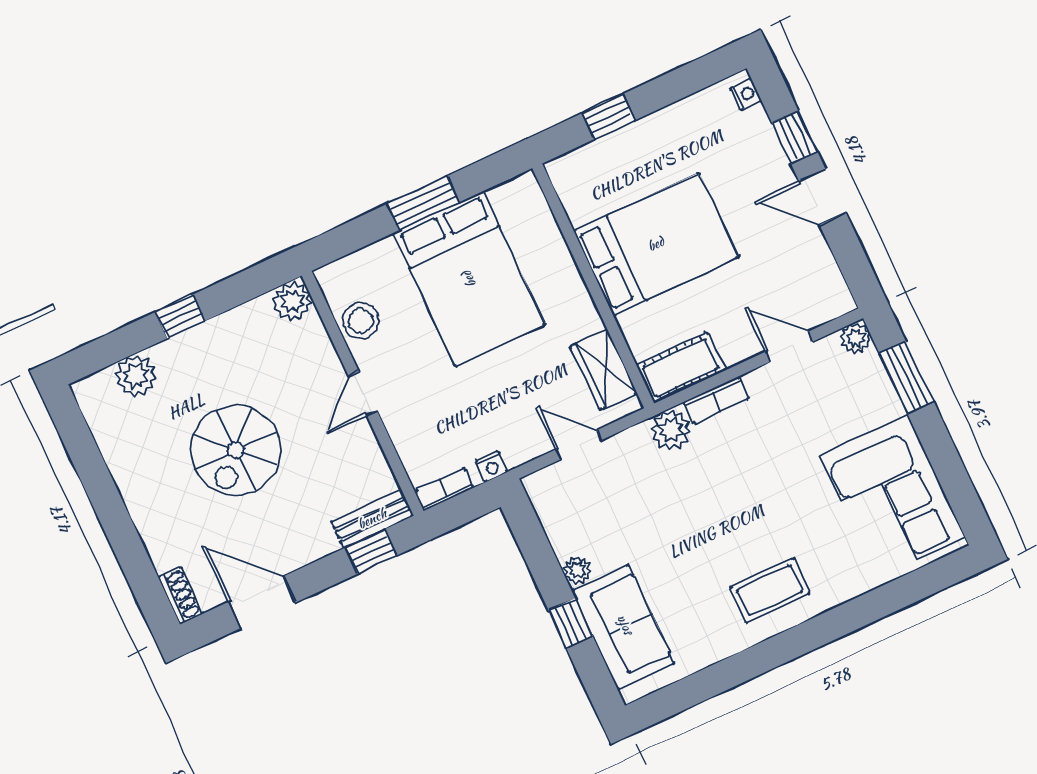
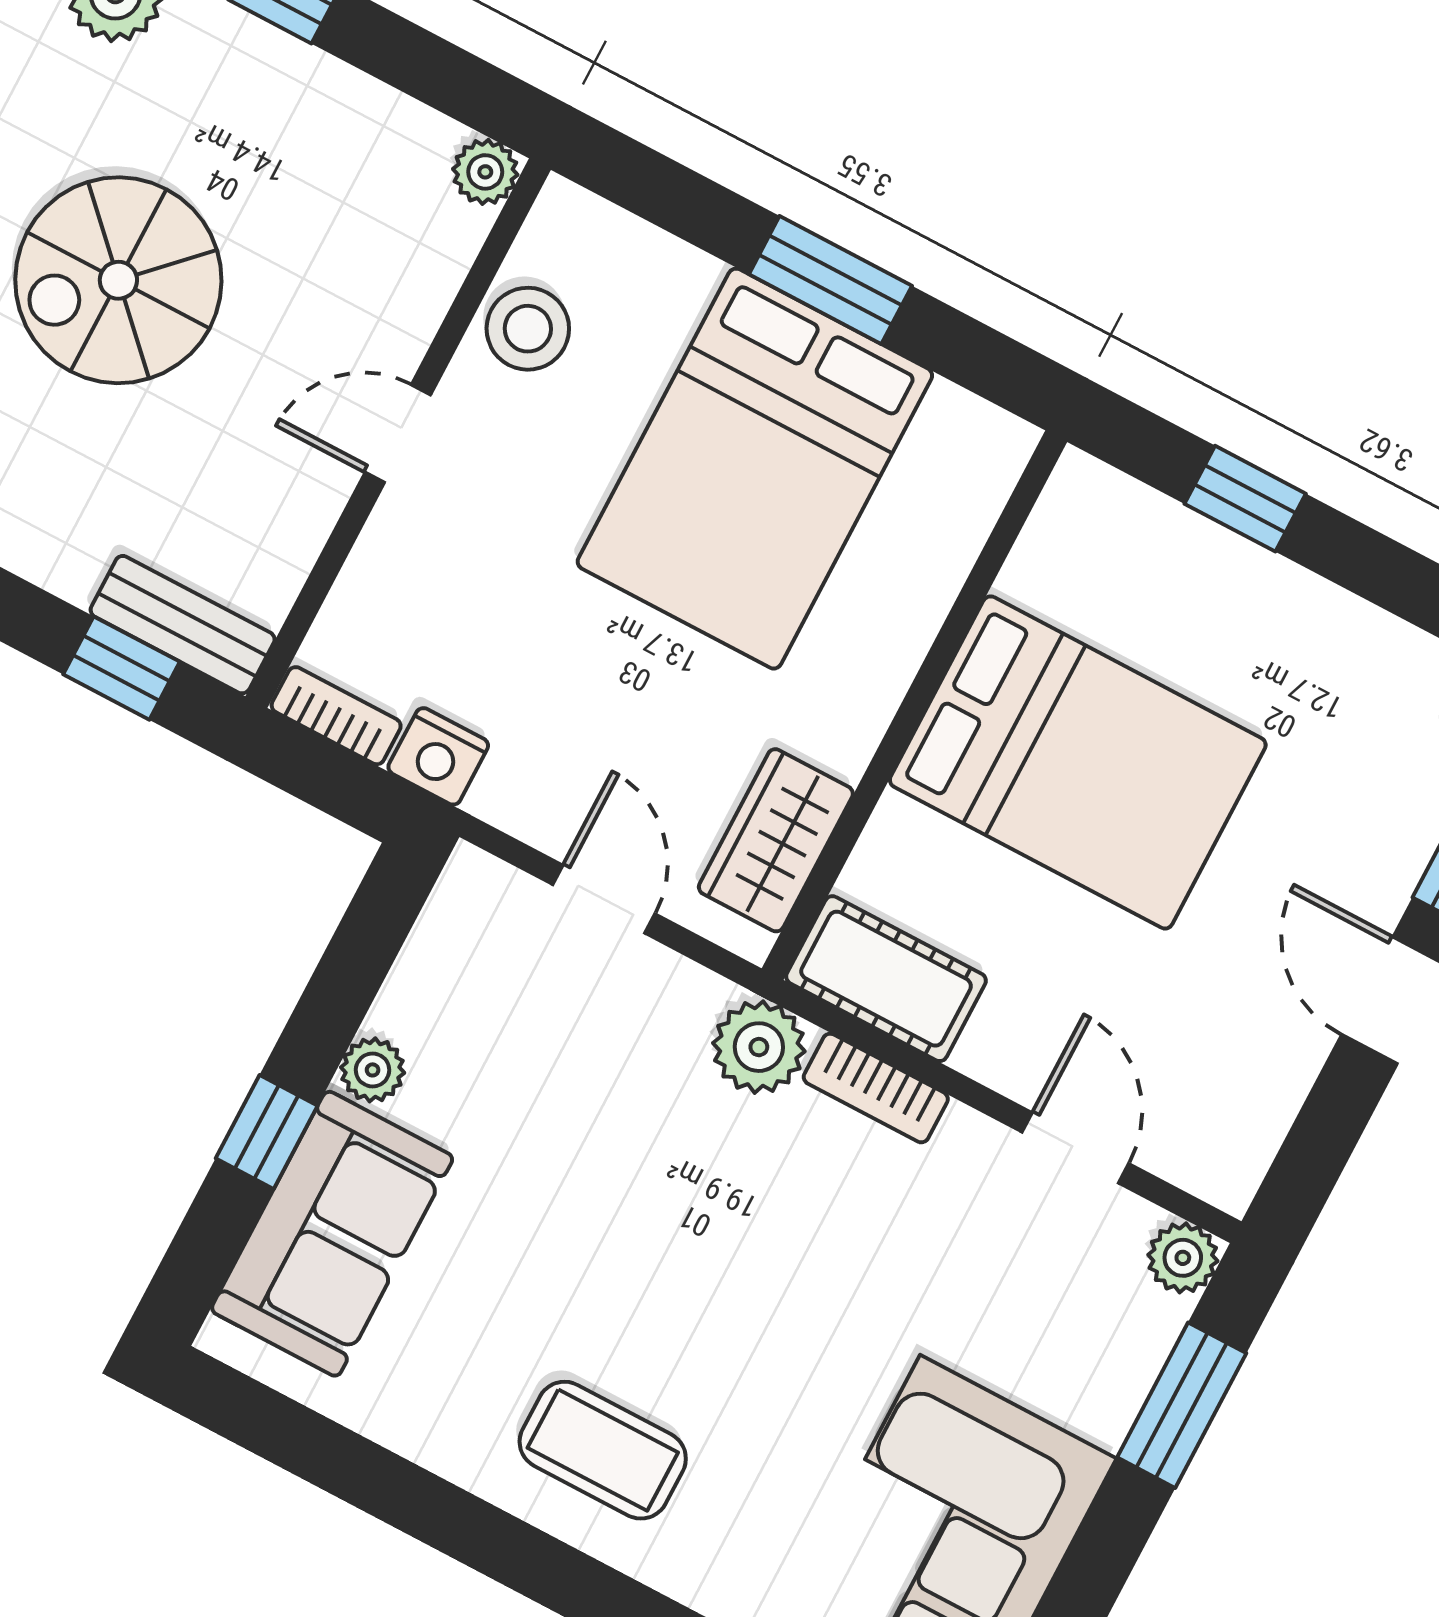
plant: (292, 301) -> (485, 172), width x0.73, depth x0.73
nightstand: (492, 466) -> (438, 756), width x1.39, depth x1.35

